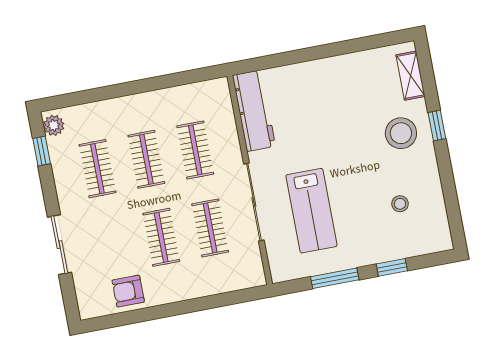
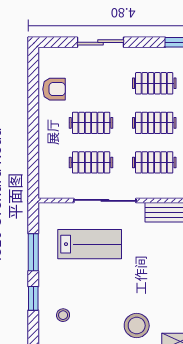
stool: (400, 204) -> (63, 315), moved
lab bench: (311, 211) -> (90, 244), turned 180
armchair: (128, 291) -> (54, 89), turned 90

